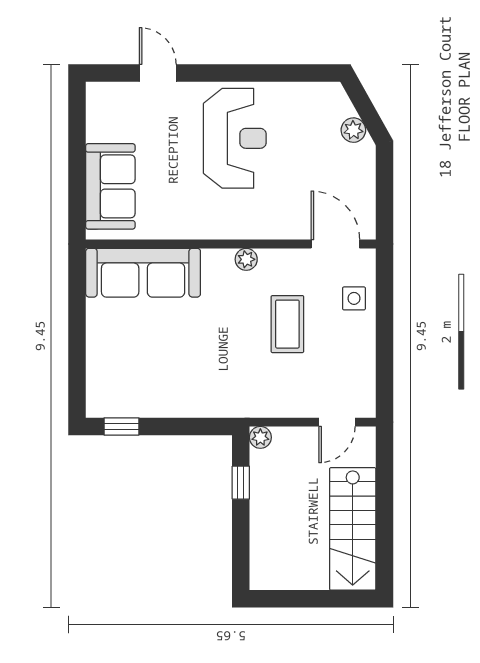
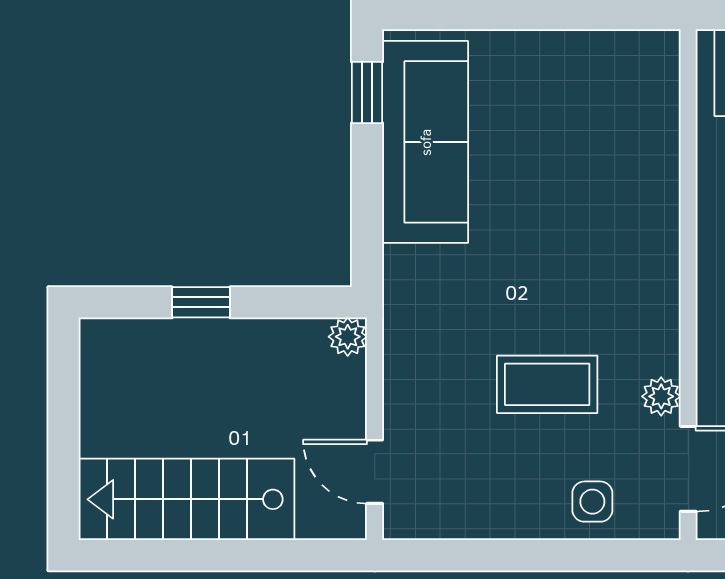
plant: (246, 259) -> (661, 396), moved
sofa: (143, 273) -> (425, 142), moved, turned 180
window: (241, 483) -> (201, 302), moved

